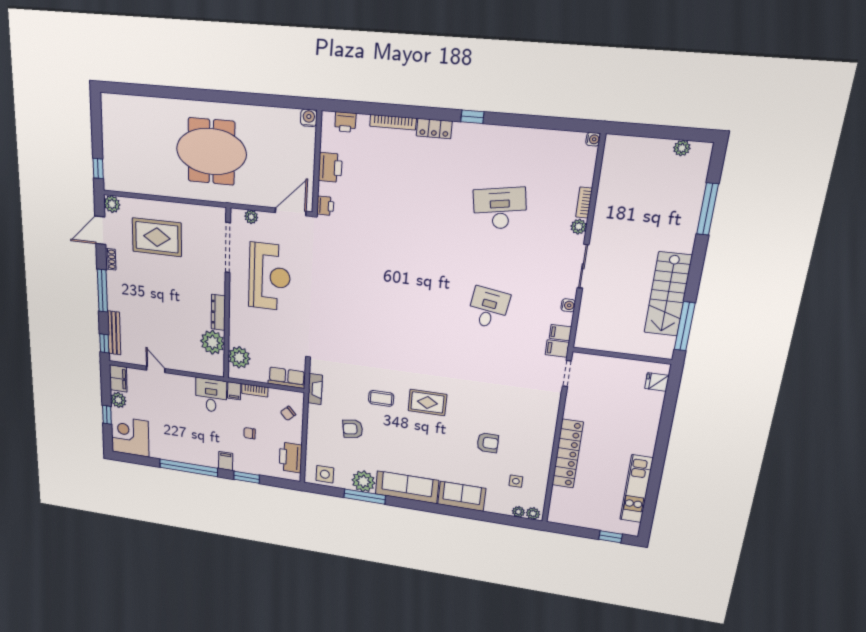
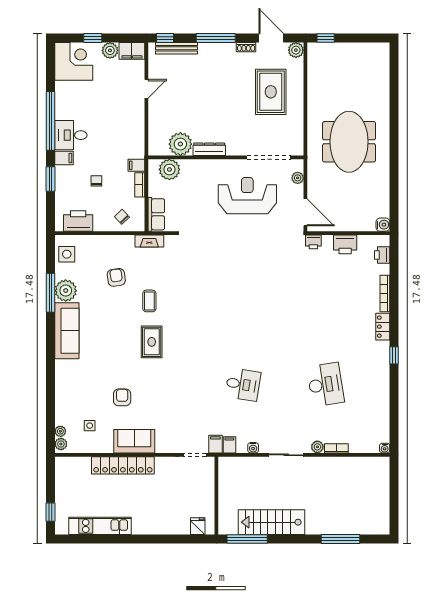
plant: (682, 148) -> (384, 513), removed
reception desk: (269, 277) -> (247, 196), turned 180
desk: (211, 395) -> (71, 135), moved, turned 180
armchair: (488, 443) -> (122, 397), turned 180
sofa: (462, 496) -> (134, 441), moved, turned -90

